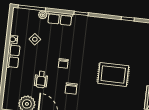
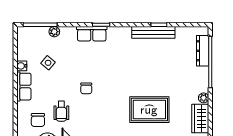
row of seats: (60, 18) -> (92, 34), moved
bench: (123, 24) -> (153, 32), added
rug: (113, 74) -> (149, 110), moved
chair: (71, 89) -> (38, 120), moved

